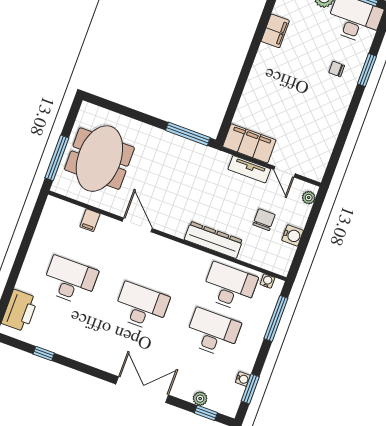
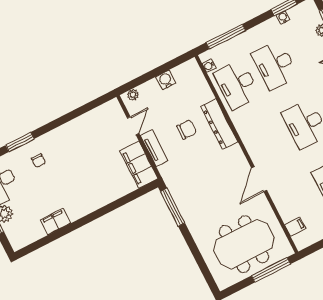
filing cabinet: (90, 220) -> (295, 227), moved
chair: (264, 220) -> (187, 129), moved, turned 180

